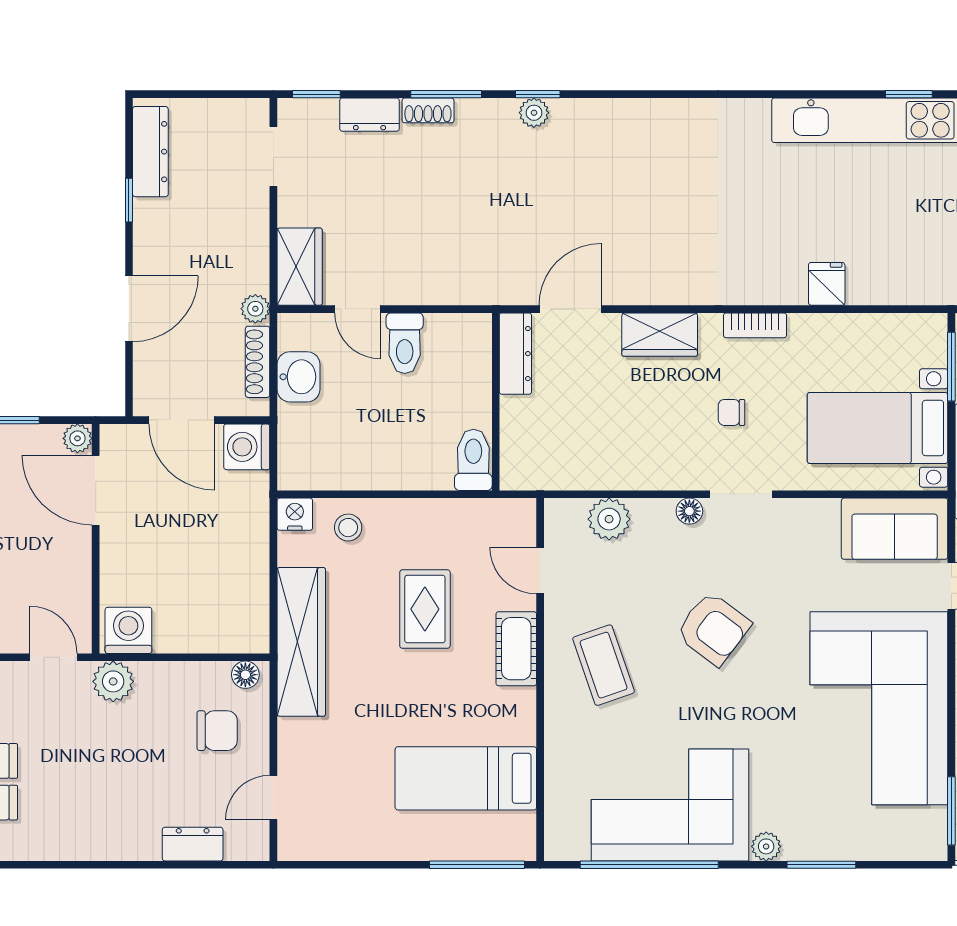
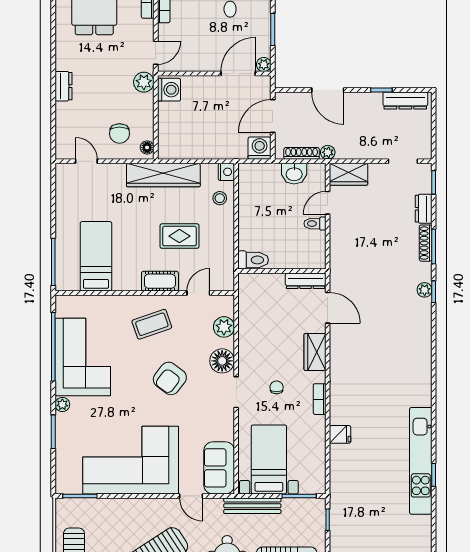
shoe rack: (428, 110) -> (426, 243), width x1.43
toilet: (405, 343) -> (315, 224), width x0.73, depth x0.72
floor lamp: (689, 511) -> (222, 361), width x1.89, depth x1.89
dresser: (193, 844) -> (63, 86), moved

